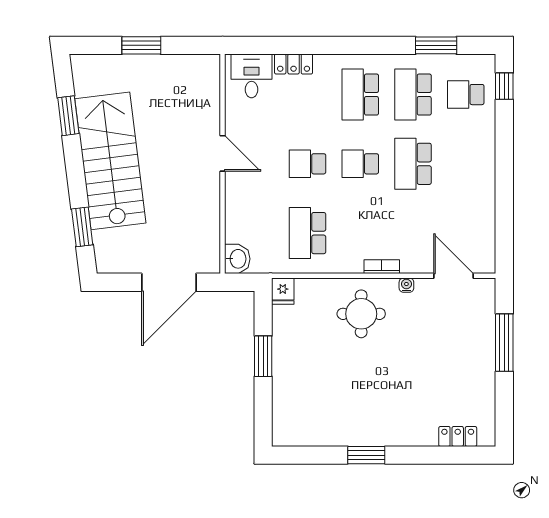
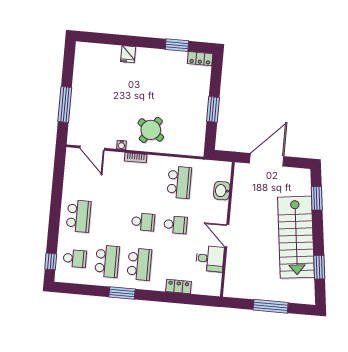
window: (141, 45) -> (271, 306), width x1.44
window: (436, 45) -> (122, 293), moved
desk: (251, 76) -> (210, 259), moved, turned -90
school desk: (413, 164) -> (79, 216), moved
washbasin: (237, 259) -> (222, 191), moved
fridge: (283, 291) -> (128, 54), moved, turned 180
round table: (361, 314) -> (151, 130), turned 35
locker: (458, 436) -> (200, 59), moved
window: (366, 455) -> (177, 45), moved

